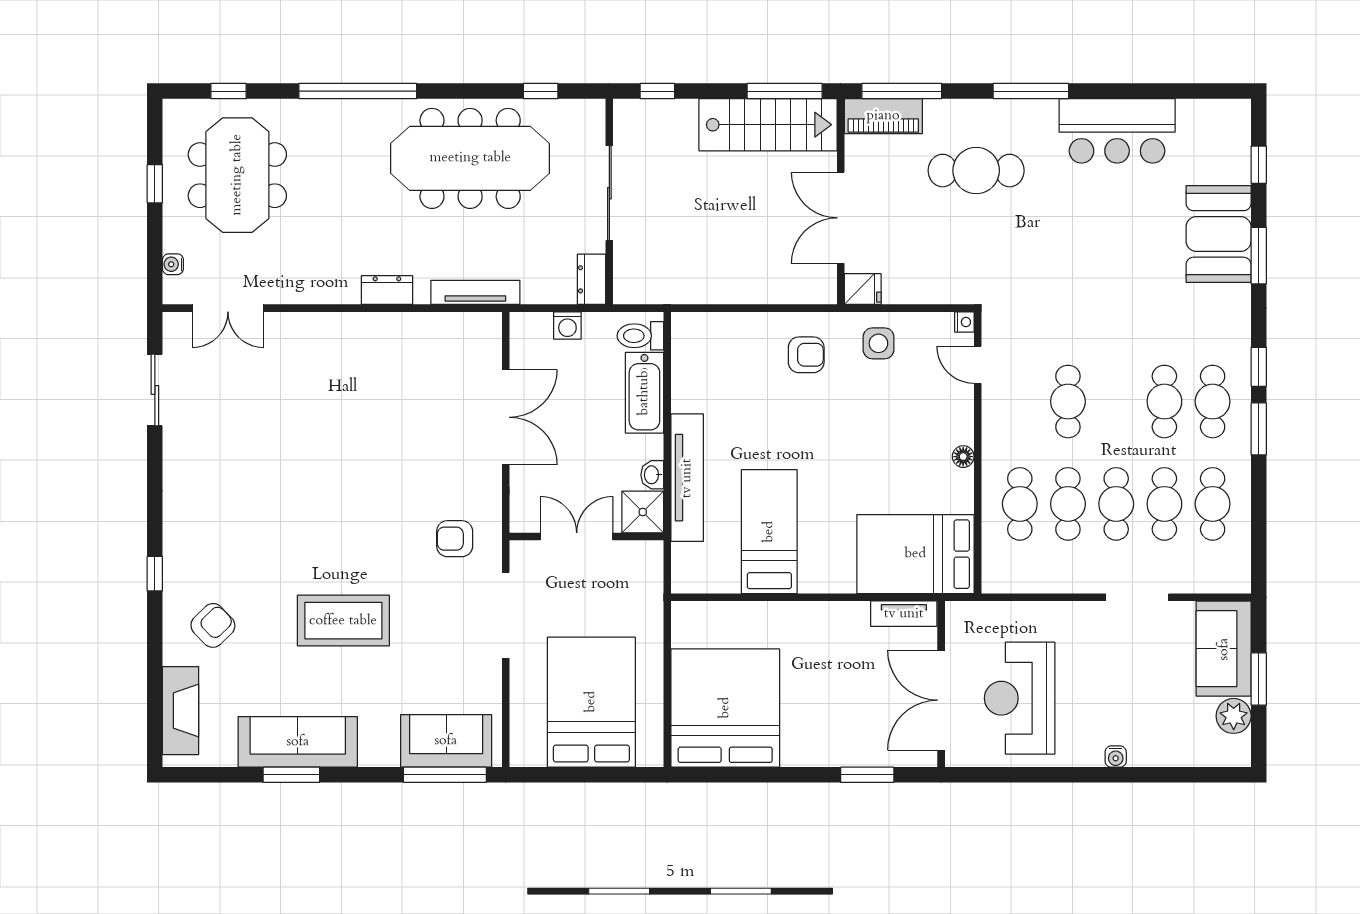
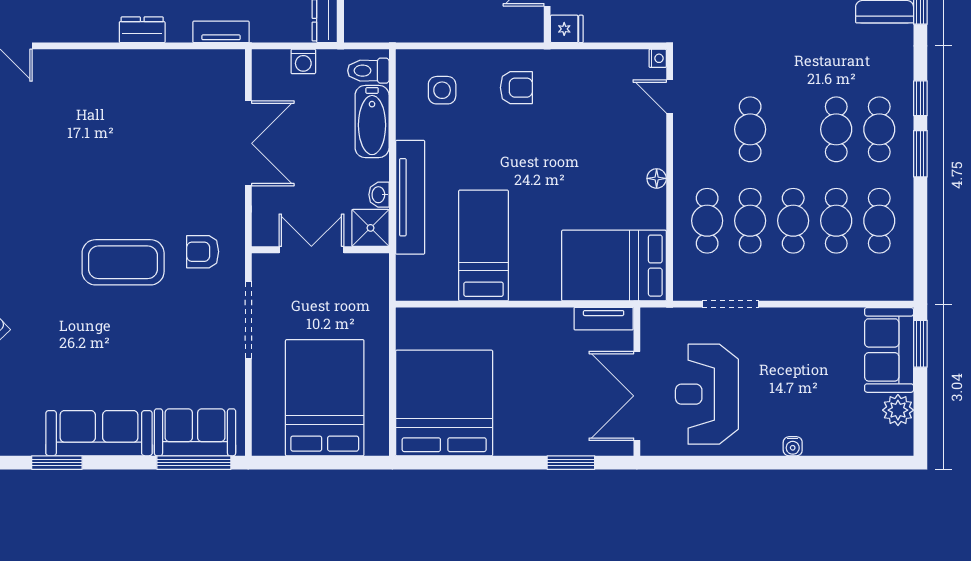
tv unit: (475, 292) -> (221, 32), width x0.71
side table: (878, 343) -> (442, 90), moved
doorway: (1137, 597) -> (730, 304), moved
coffee table: (343, 621) -> (123, 262), moved
window: (1259, 679) -> (920, 344), moved
sofa: (298, 742) -> (99, 433), moved

